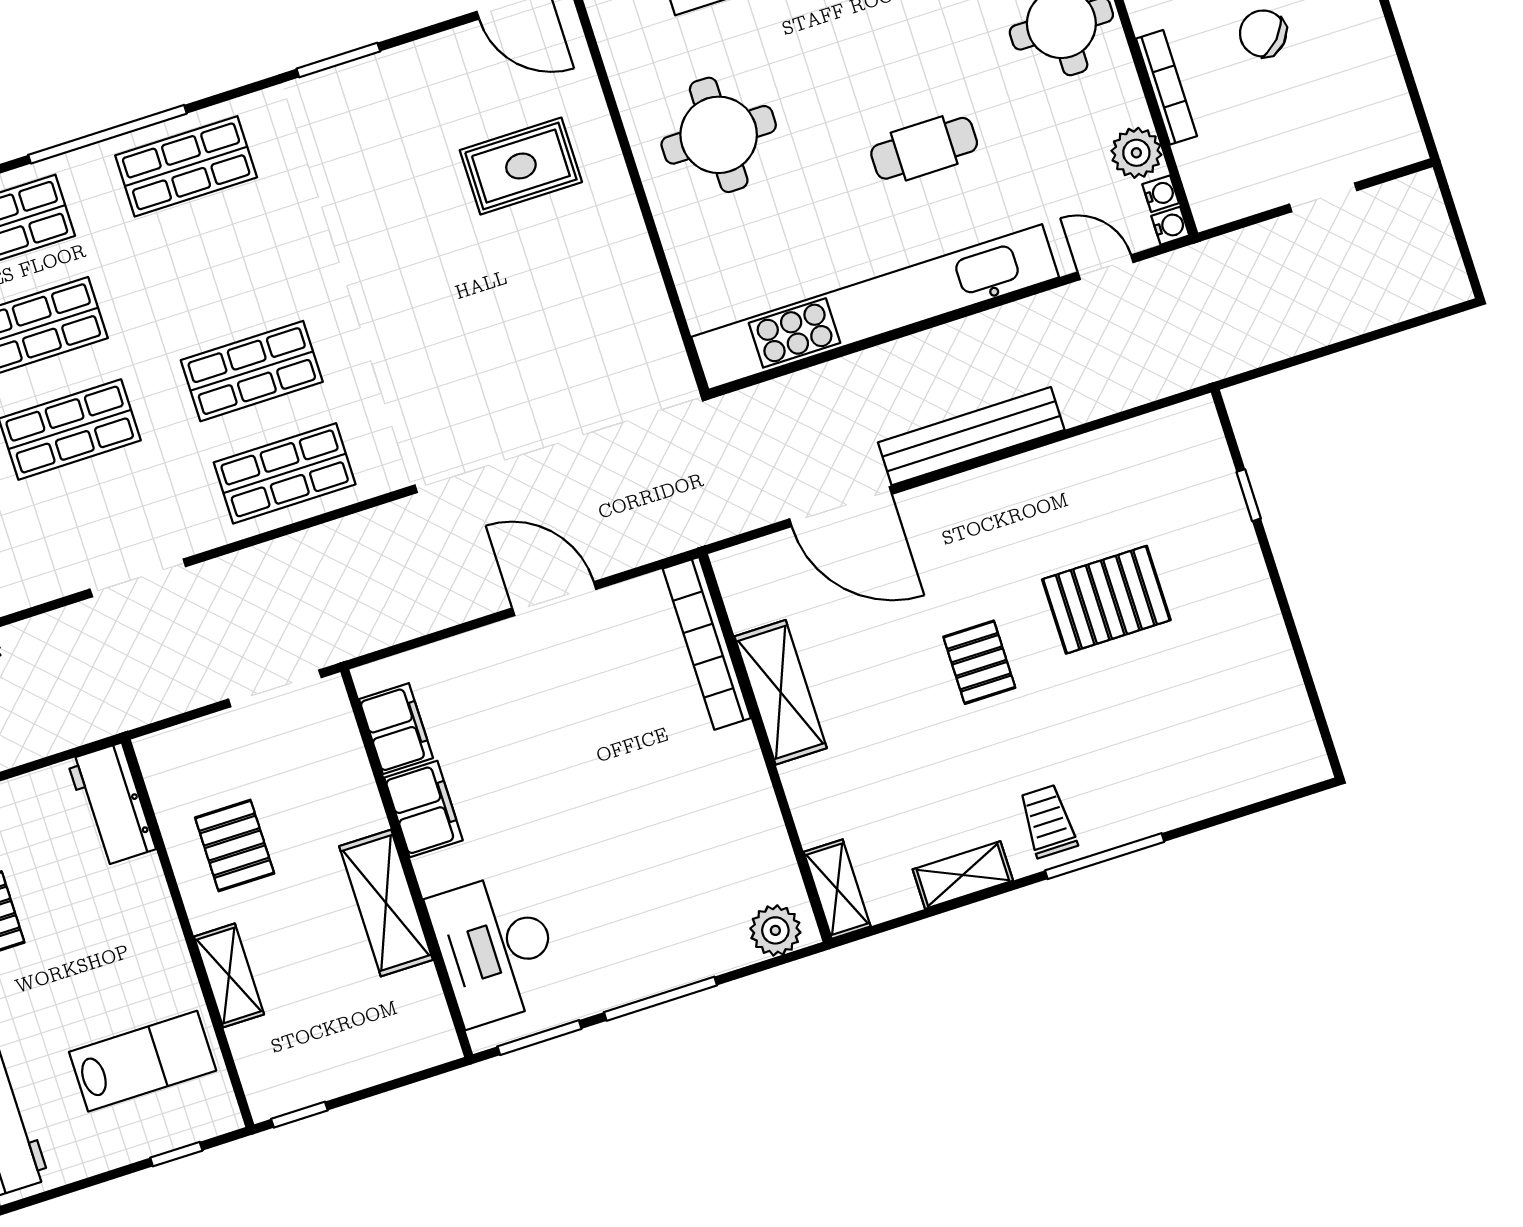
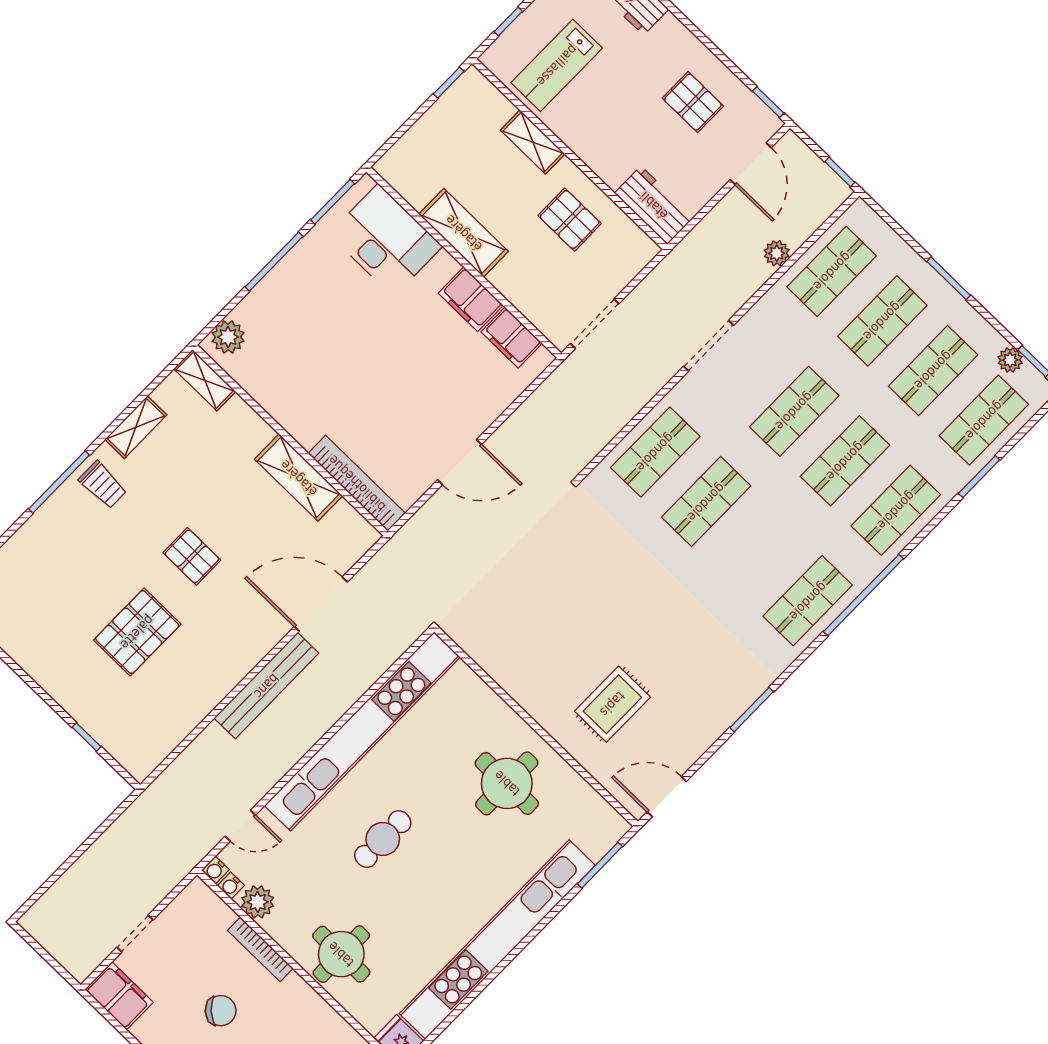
filing cabinet: (1389, 125) -> (119, 996), added

